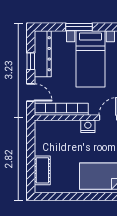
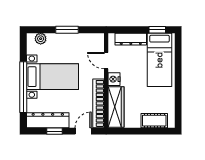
window: (79, 27) -> (23, 87), width x2.11
wardrobe: (57, 128) -> (116, 107), added

